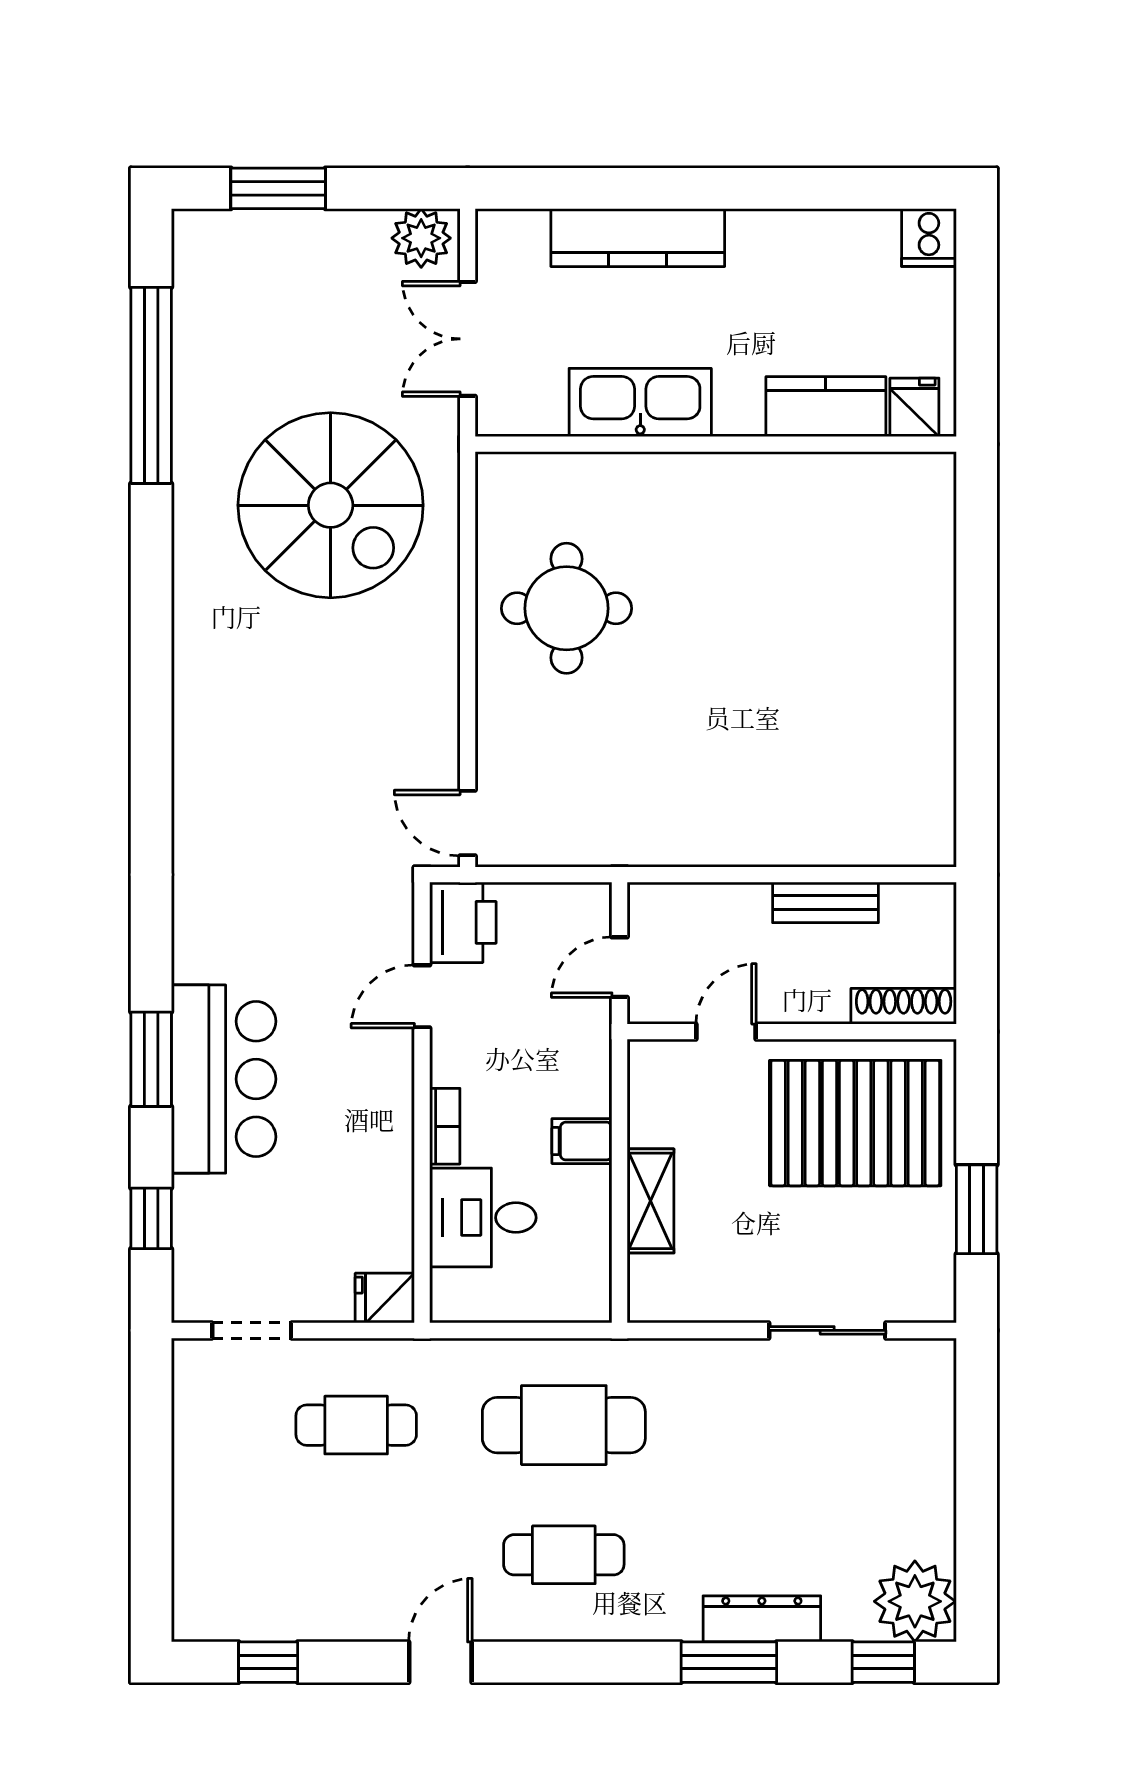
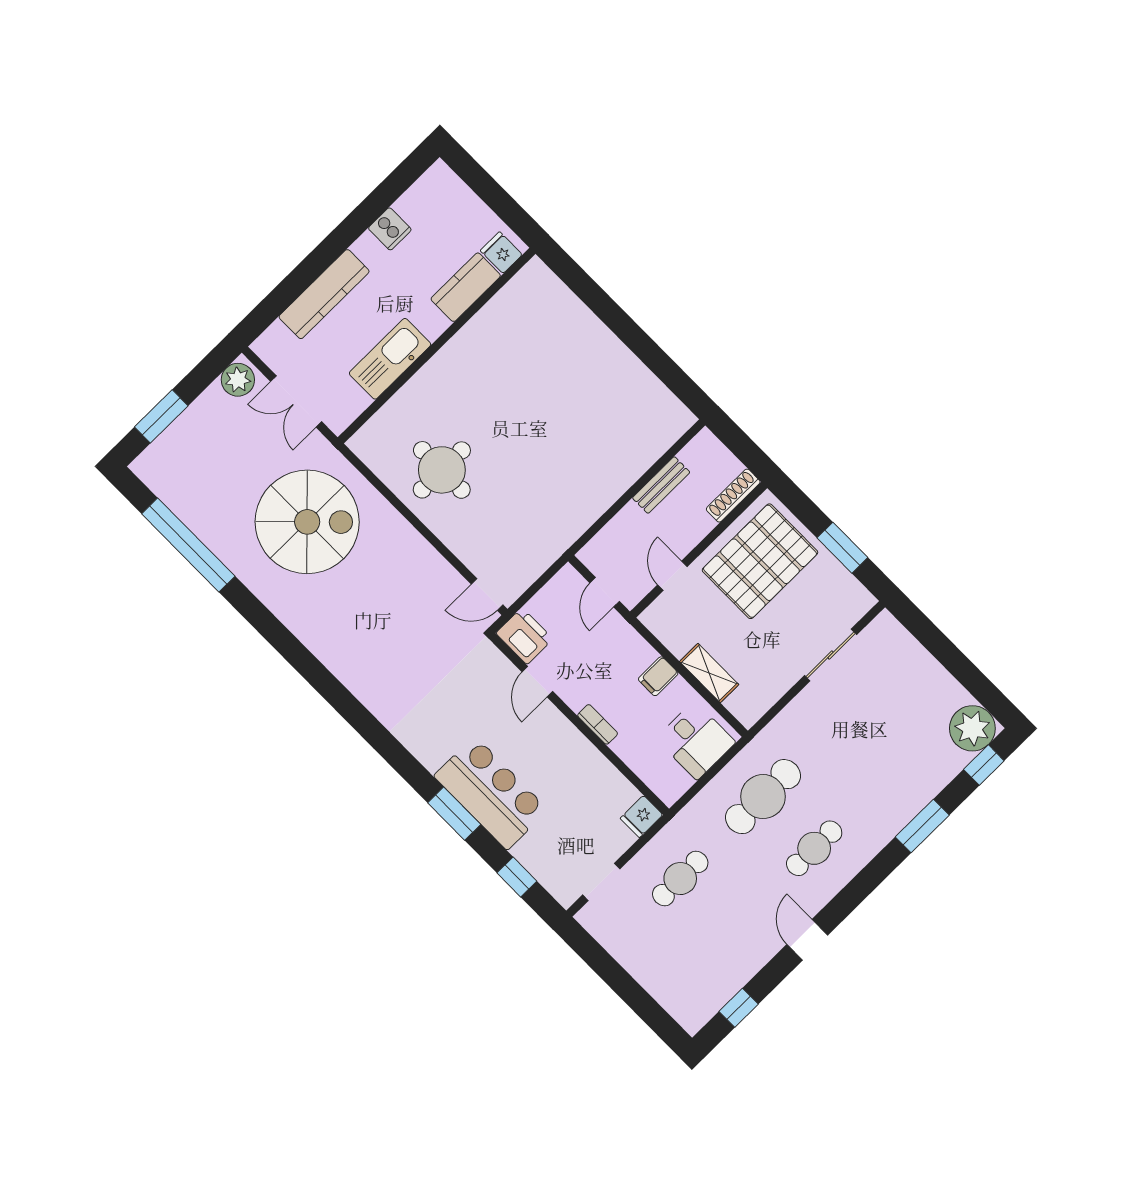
cooker: (929, 238) -> (390, 229), moved
desk: (483, 1218) -> (696, 740), moved, turned -90
dresser: (762, 1619) -> (918, 796), removed

